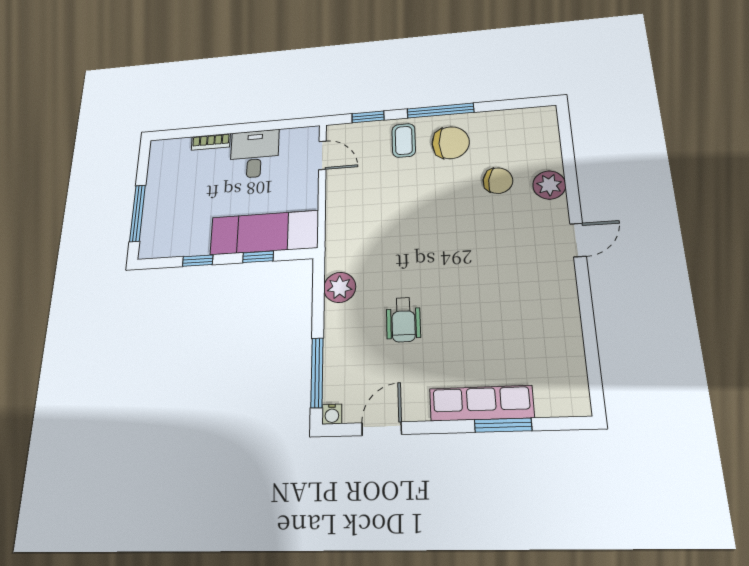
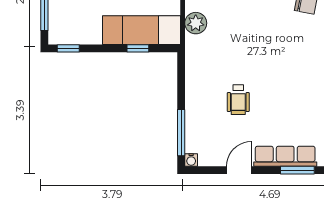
window: (198, 261) -> (68, 48), moved
plant: (340, 287) -> (196, 23), moved
door: (382, 429) -> (239, 170), moved

